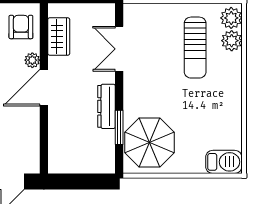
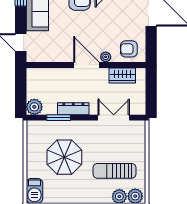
armchair: (21, 27) -> (129, 49), turned 180
parasol: (150, 142) -> (64, 157), moved
plant: (104, 162) -> (34, 107), added

